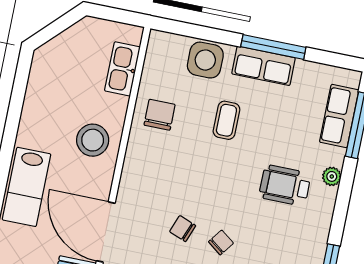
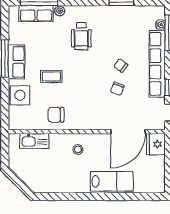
stool: (93, 140) -> (78, 149), width x0.53, depth x0.53
plant: (332, 176) -> (60, 11), moved

